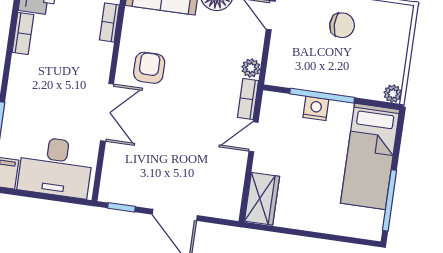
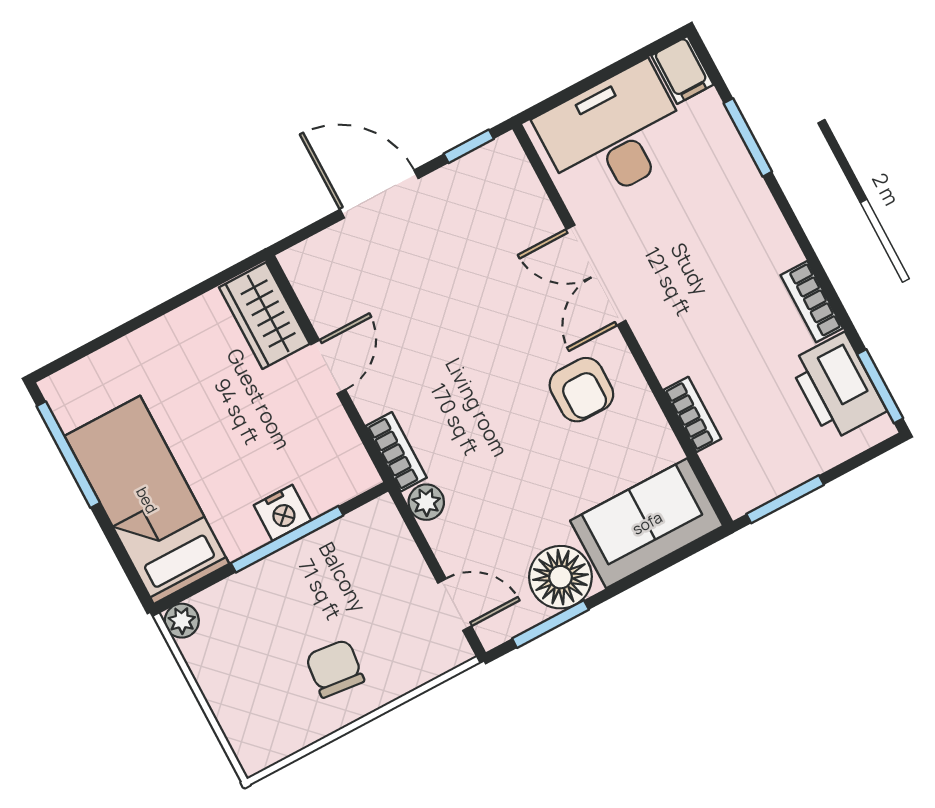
chair: (342, 25) -> (335, 669), turned 96
door: (254, 137) -> (328, 367), moved

